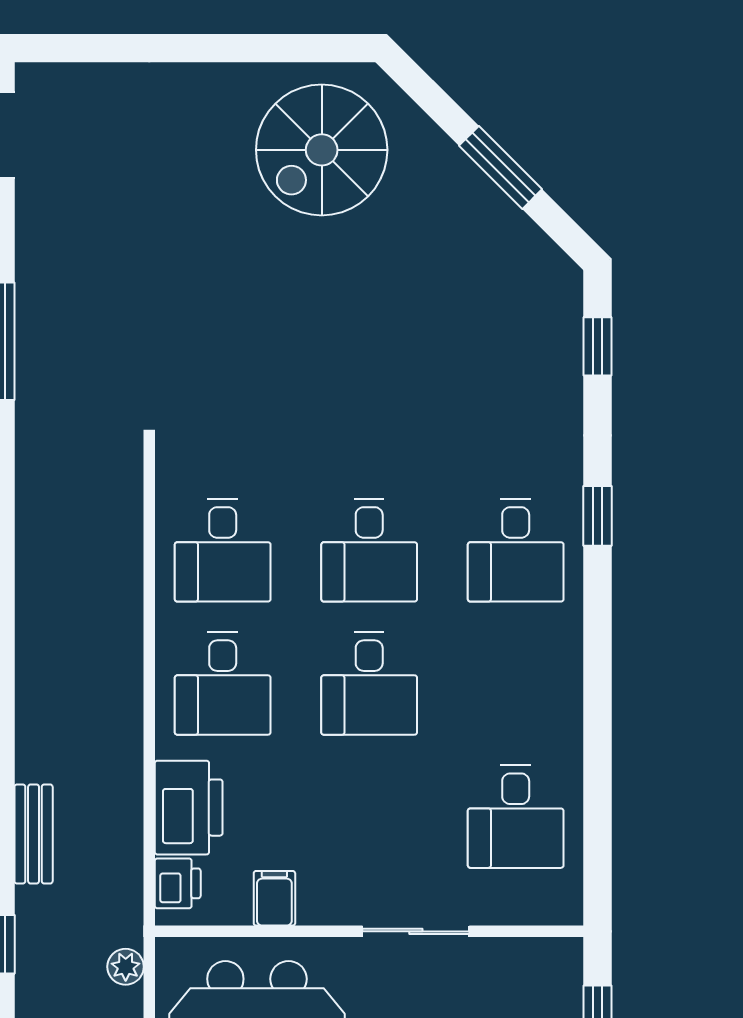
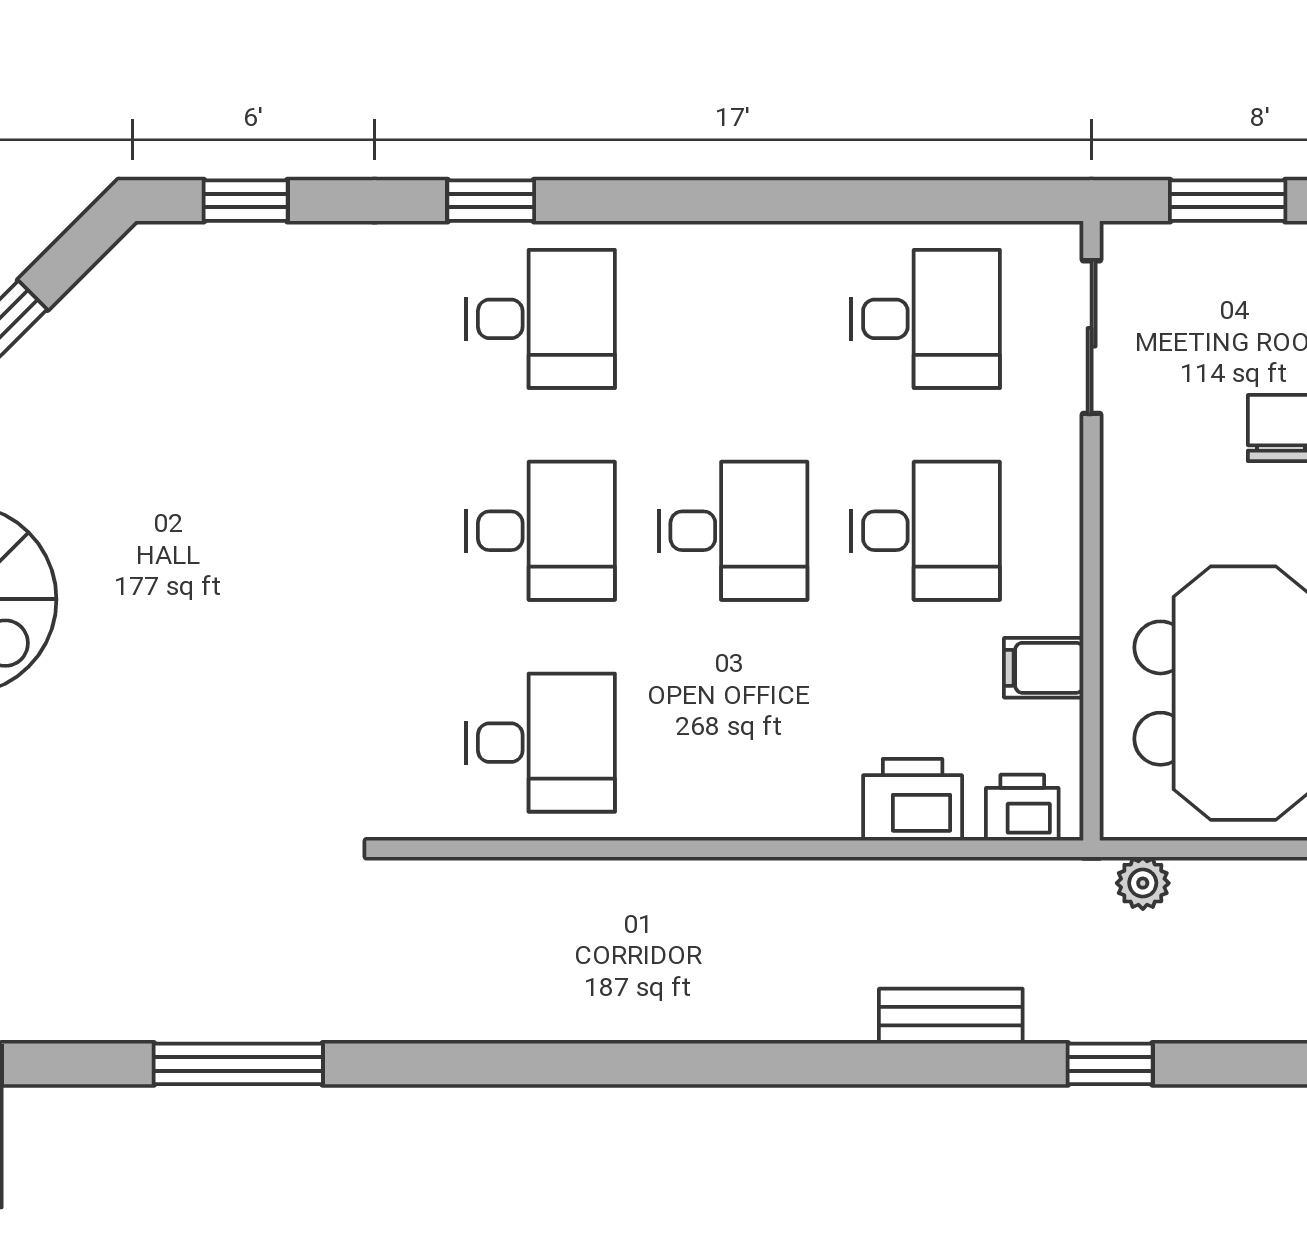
desk: (223, 683) -> (926, 531), moved
printer: (189, 808) -> (913, 800), width x0.73, depth x0.84
sliding door: (416, 931) -> (1092, 337), moved

